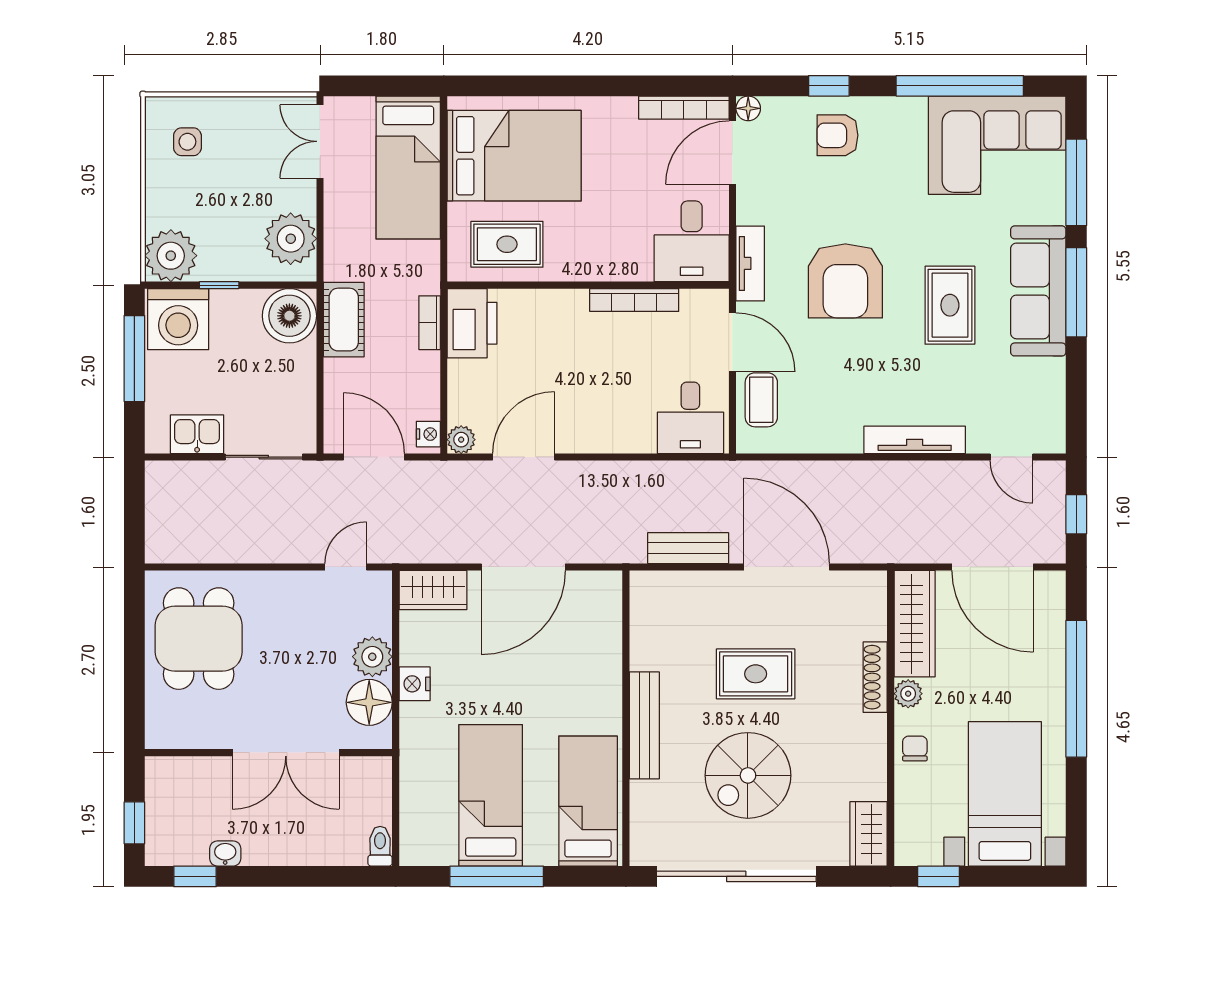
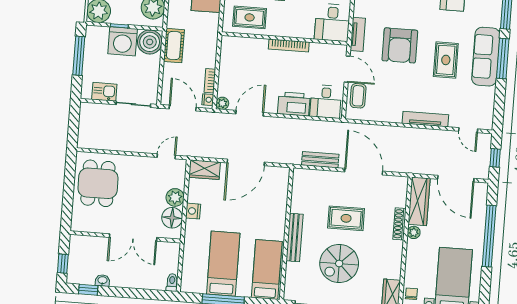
bookcase: (634, 300) -> (289, 46), moved
washing machine: (178, 319) -> (123, 41), moved
bookcase: (430, 323) -> (210, 81), moved
printer: (472, 323) -> (294, 104), moved, turned -90
chair: (915, 749) -> (411, 294), moved

